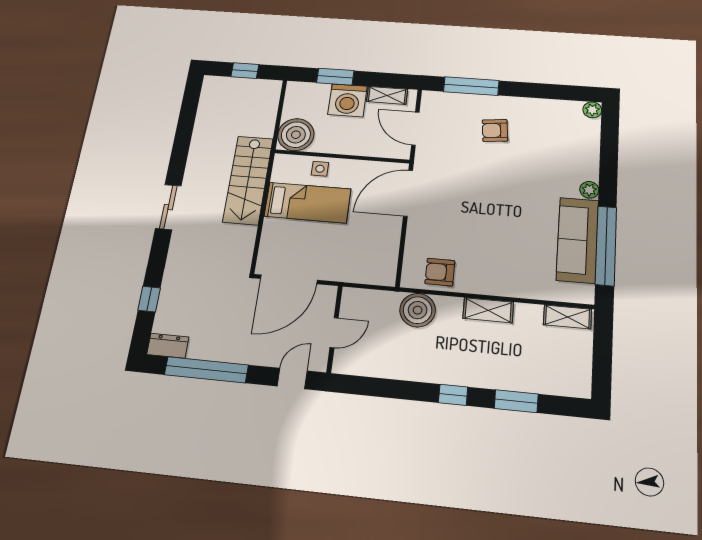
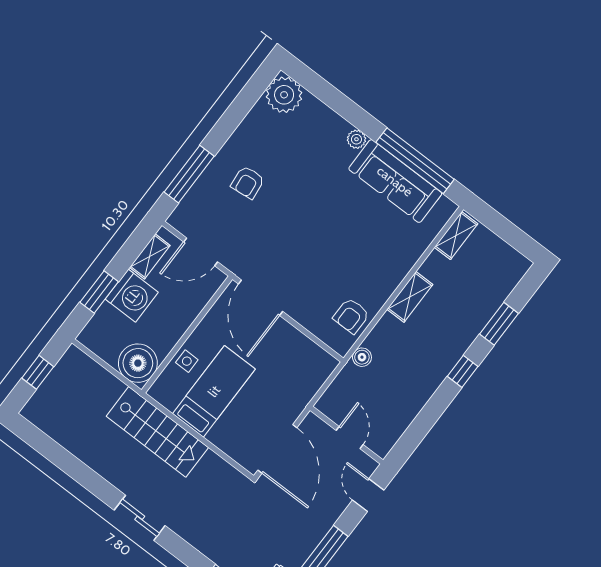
plant: (592, 110) -> (284, 95), width x1.88, depth x1.88
boiler: (418, 310) -> (362, 357), width x0.54, depth x0.54

